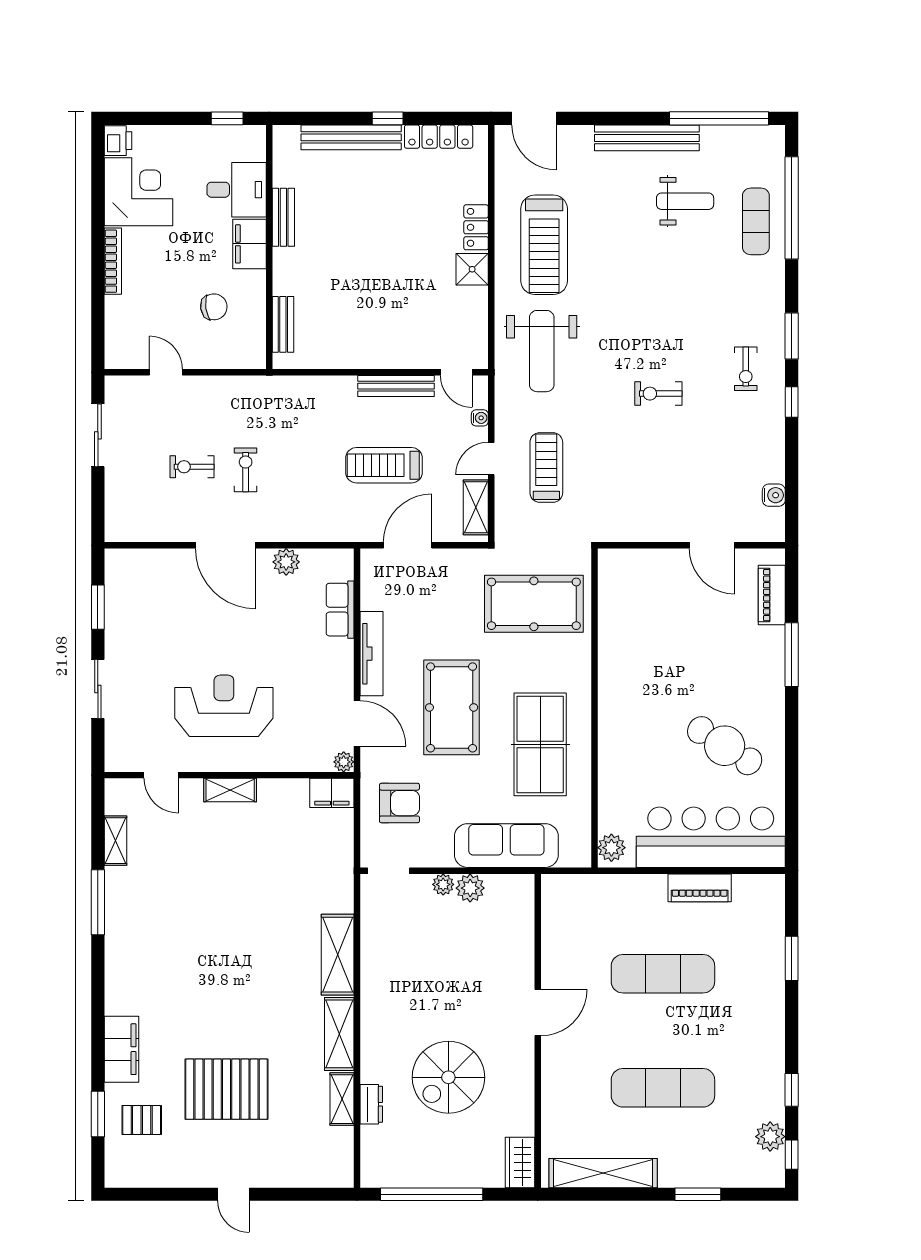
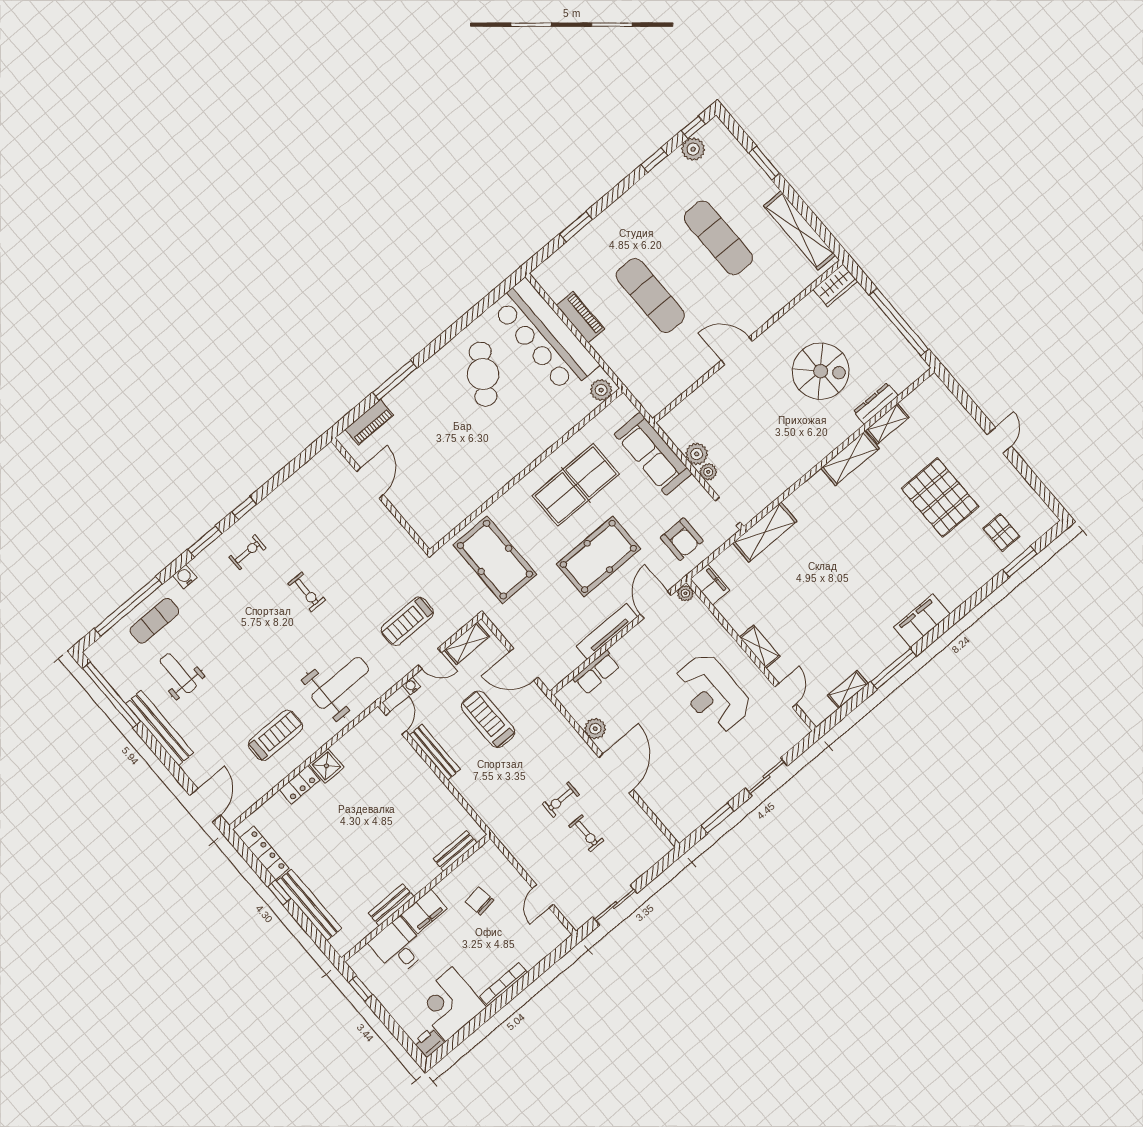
treadmill: (544, 245) -> (275, 735), width x0.73, depth x0.73
treadmill: (384, 465) -> (488, 719), turned 180
water cooler: (774, 495) -> (185, 577), moved
armchair: (399, 803) -> (682, 539), turned 180
shelving: (338, 955) -> (765, 532), moved
filing cabinet: (122, 1049) -> (922, 621), moved
dresser: (371, 1104) -> (876, 404), width x1.44

